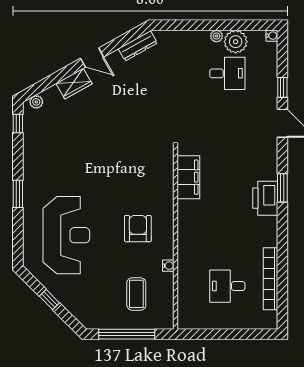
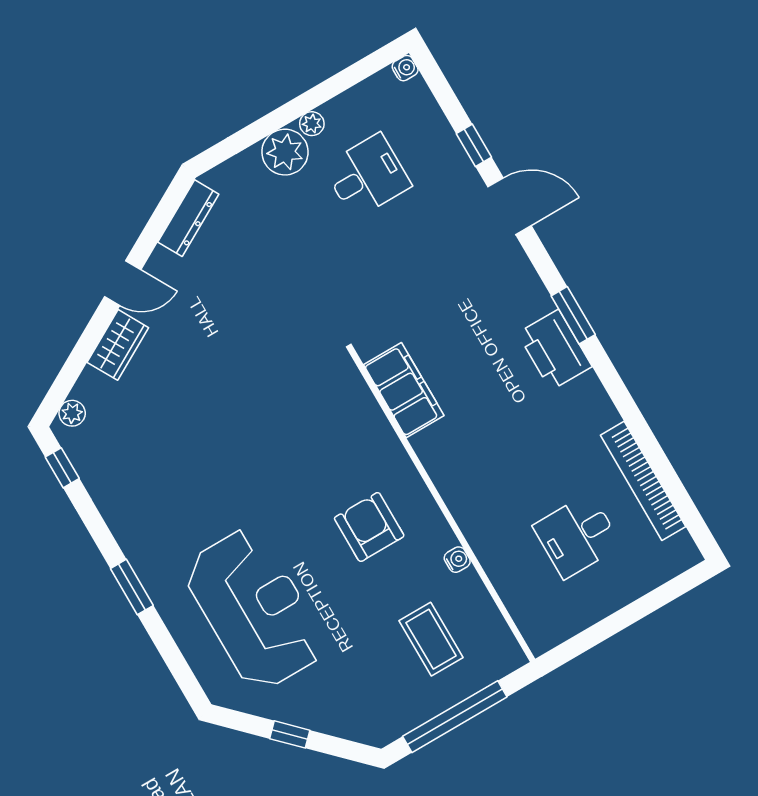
plant: (236, 42) -> (285, 152), moved

